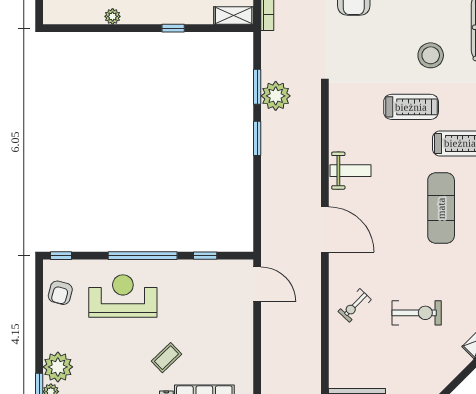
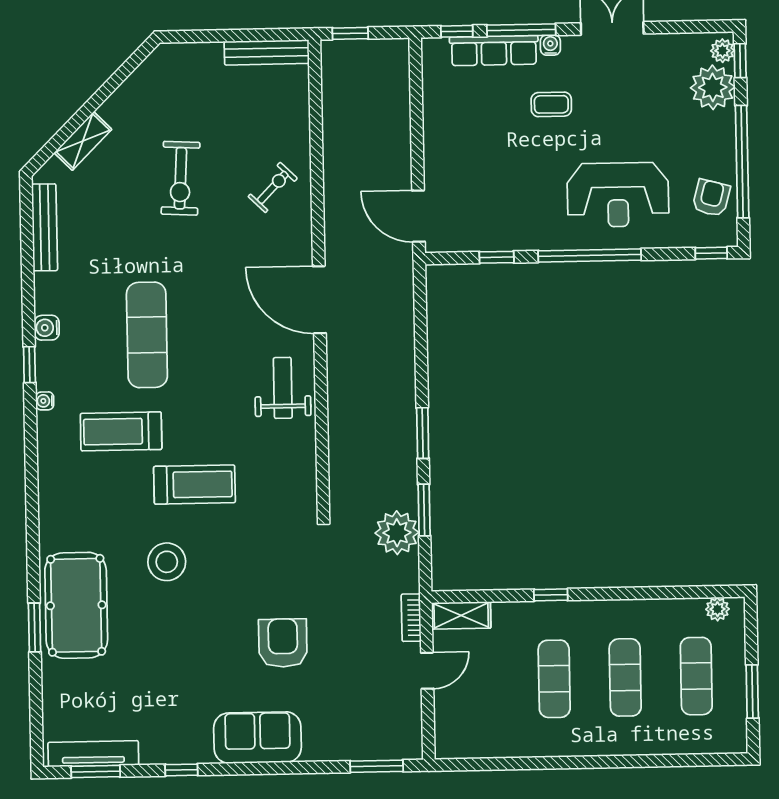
plant: (113, 16) -> (717, 609), moved
plant: (276, 96) -> (397, 533), moved
treadmill: (411, 107) -> (195, 485), turned 180
weight bench: (351, 171) -> (283, 388), turned 90
exercise bike: (417, 313) -> (180, 178), turned -87
window: (39, 317) -> (742, 162), added
coffee table: (166, 358) -> (551, 104), turned 44

